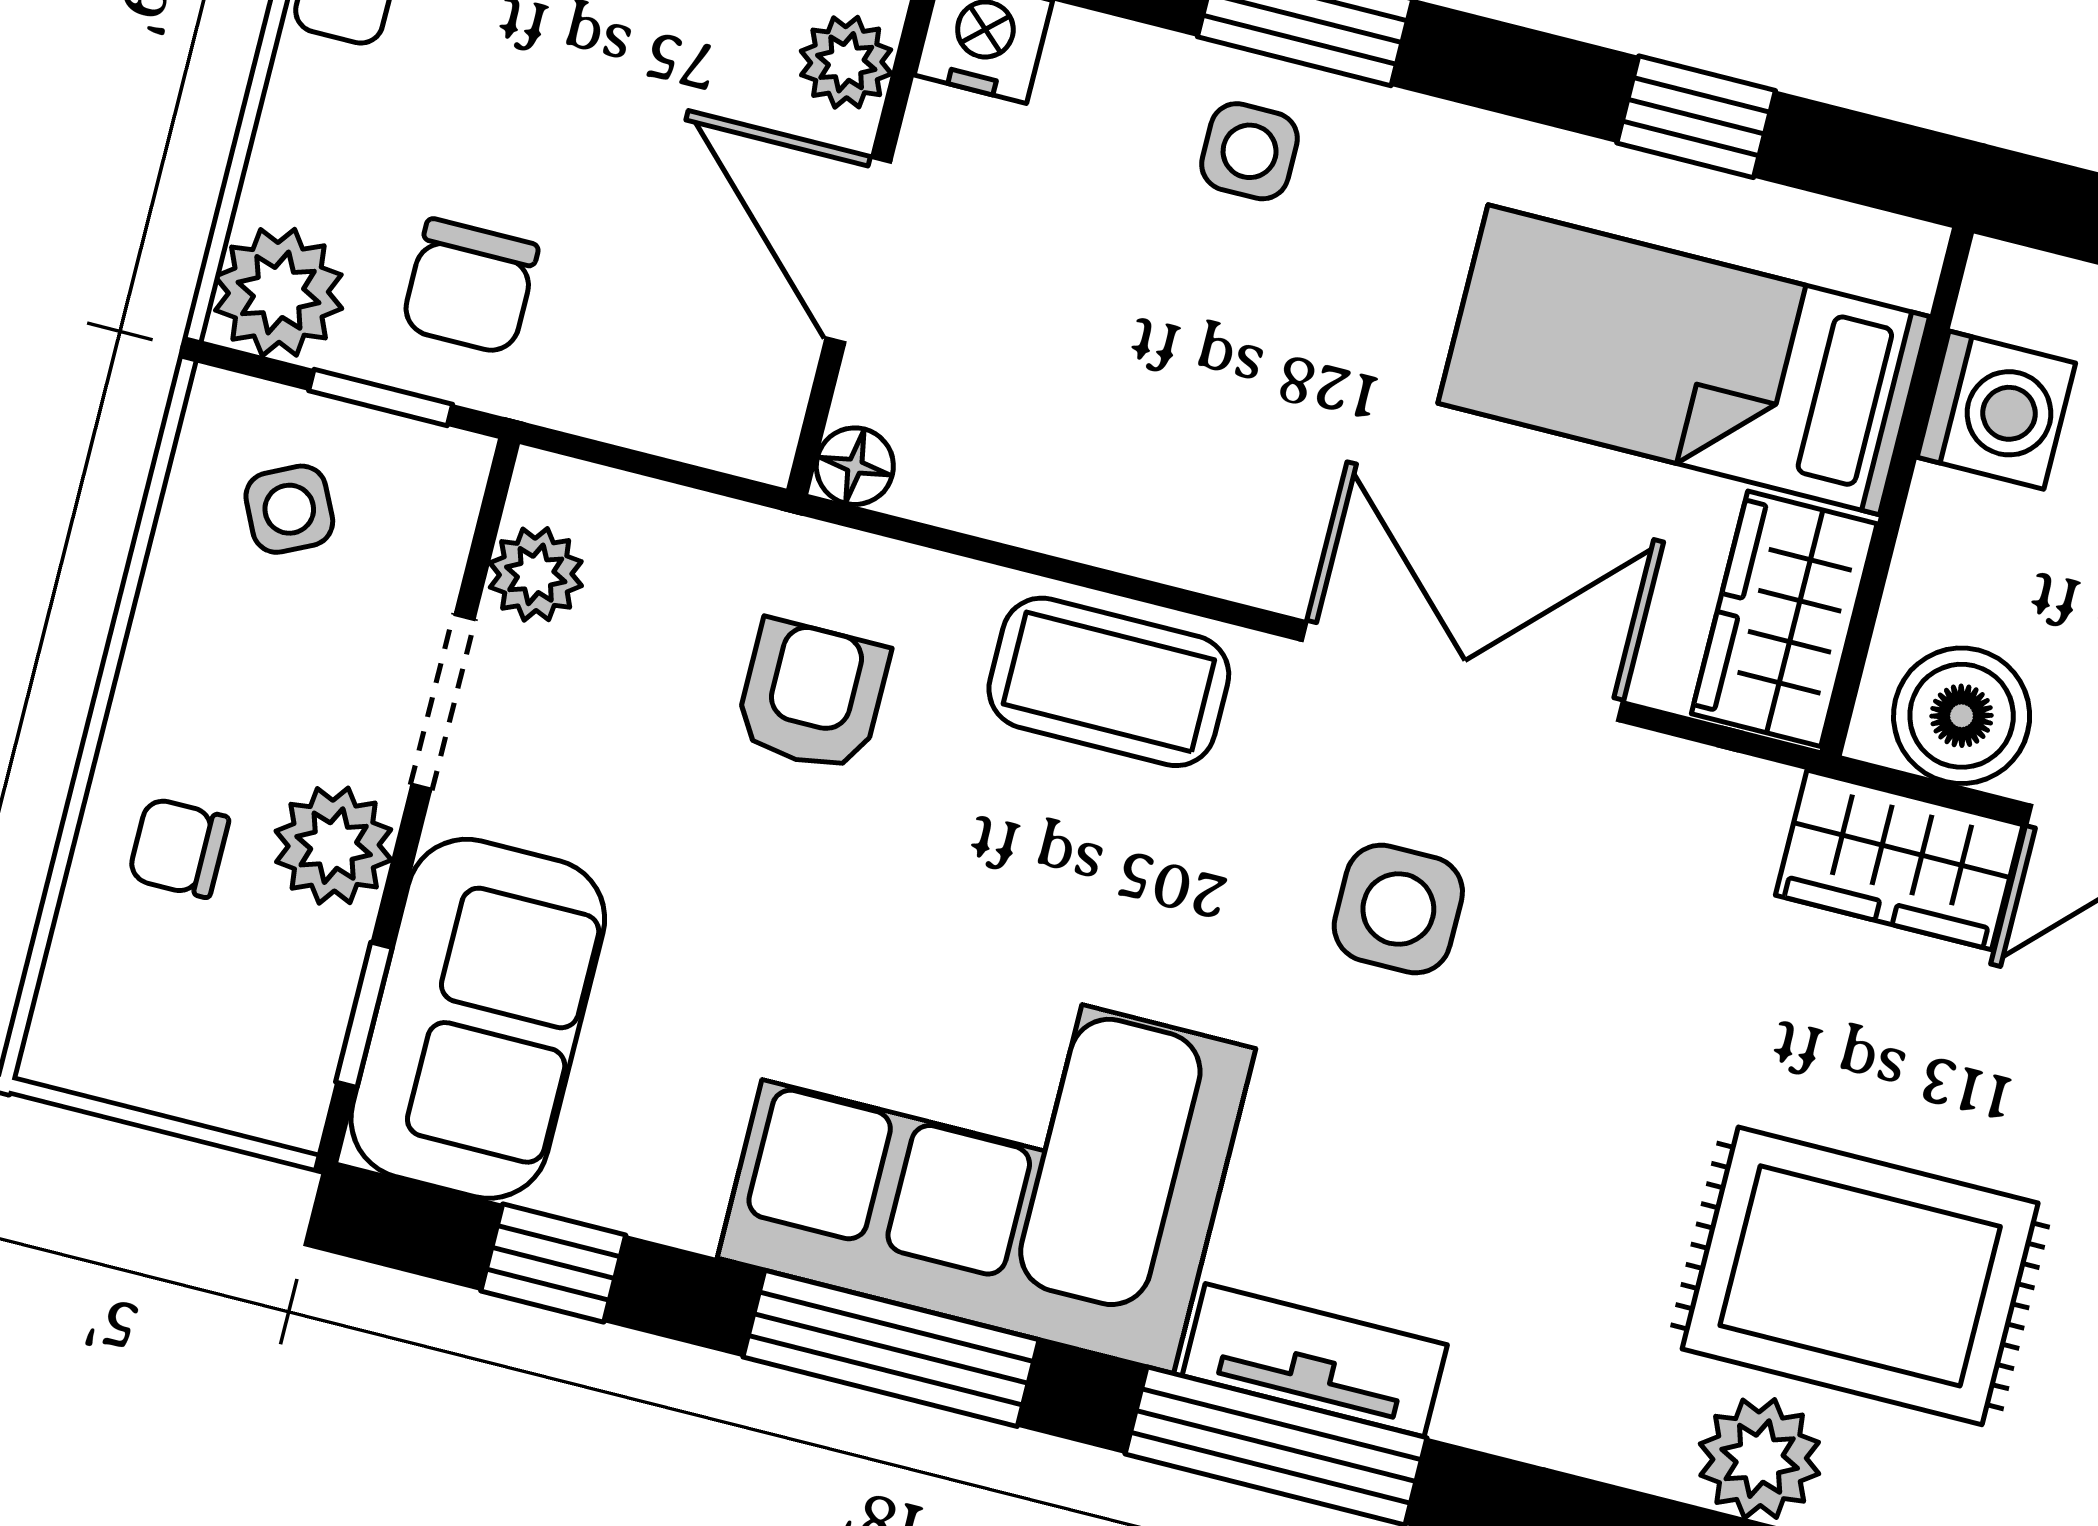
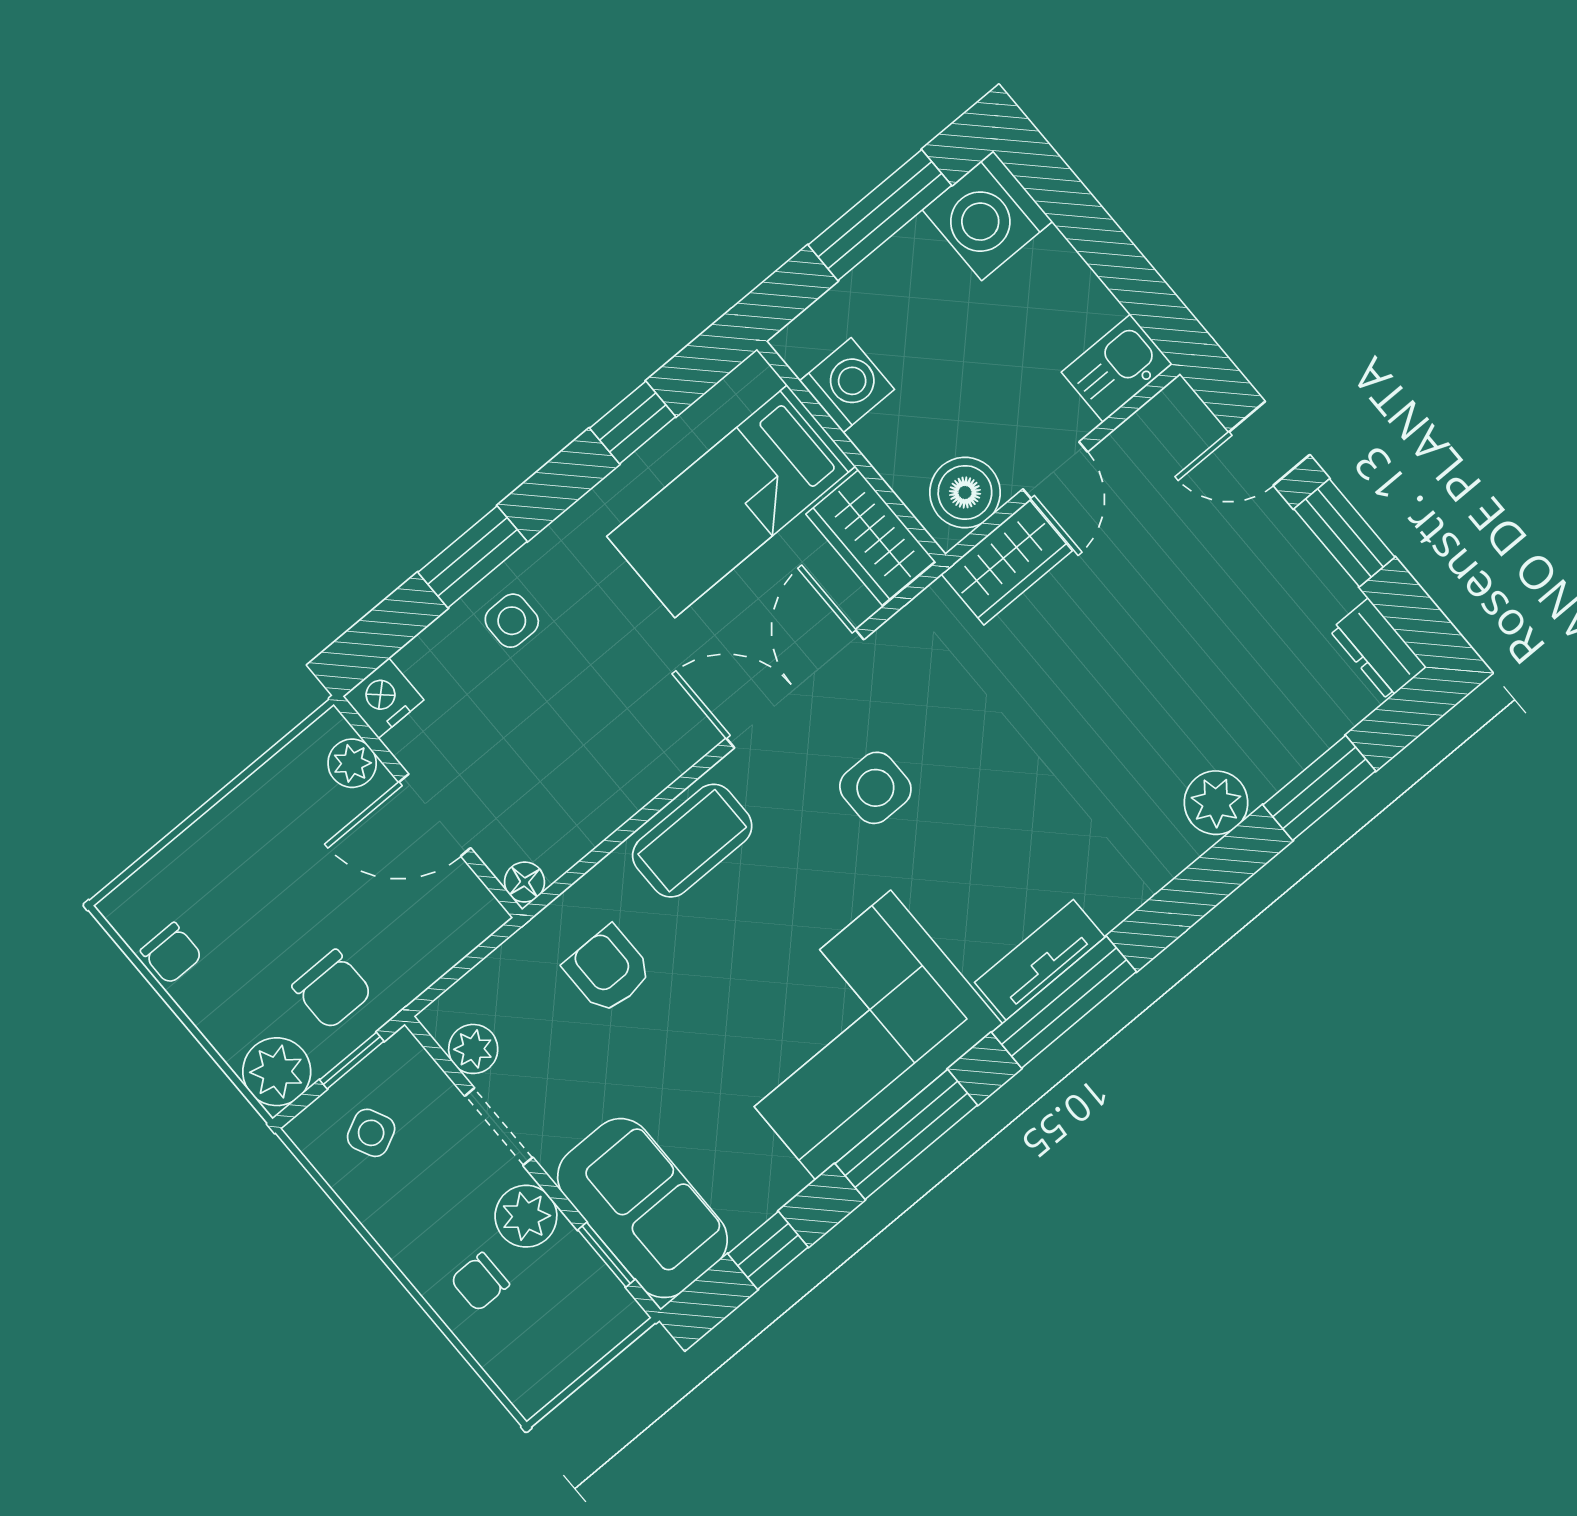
rug: (1860, 1276) -> (1170, 705), removed

